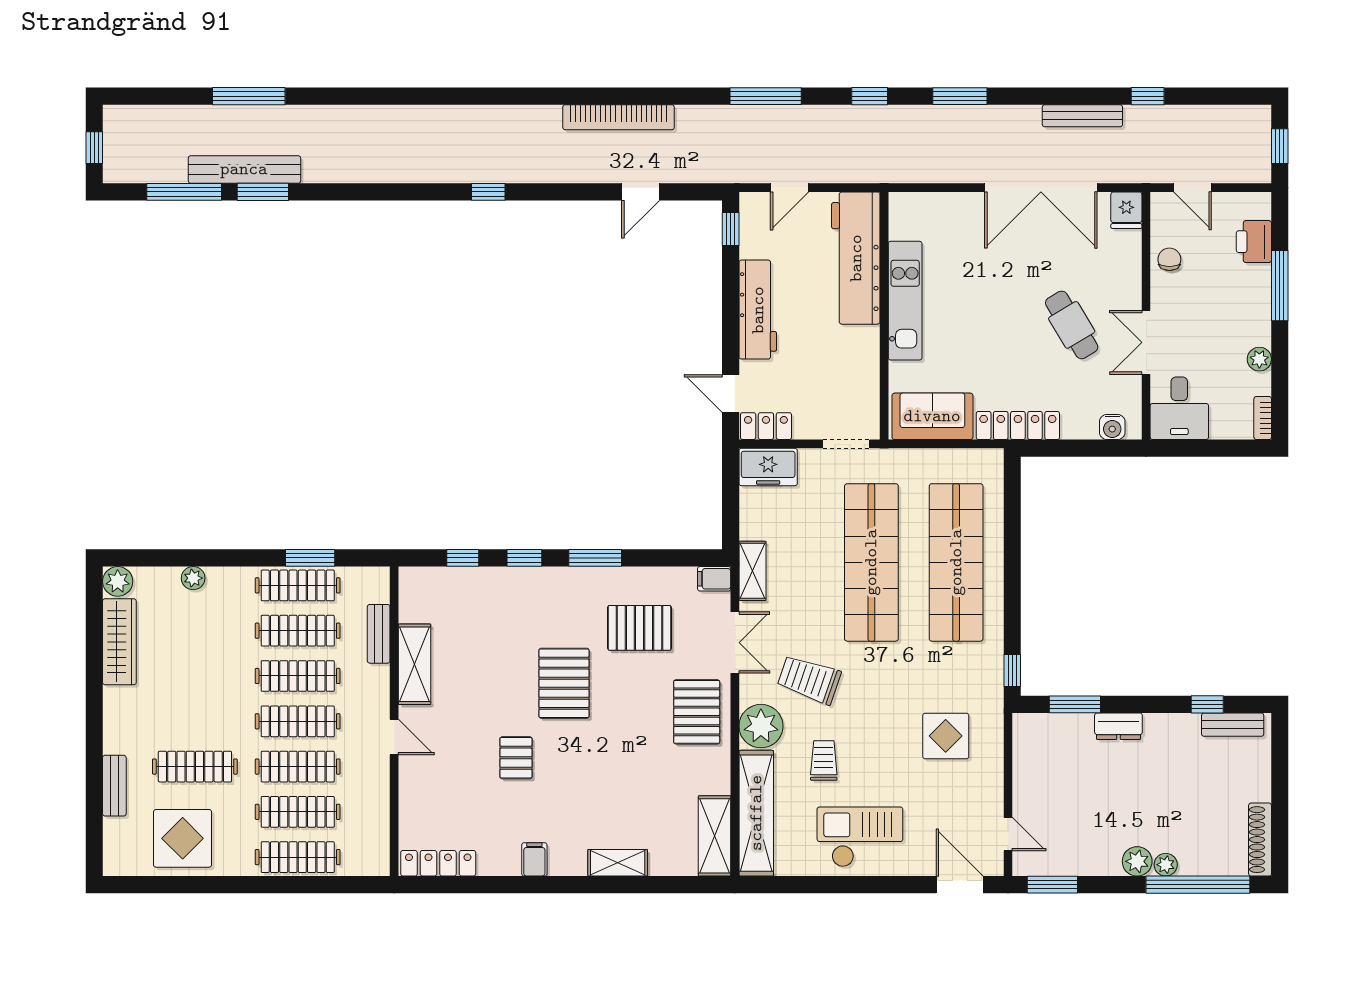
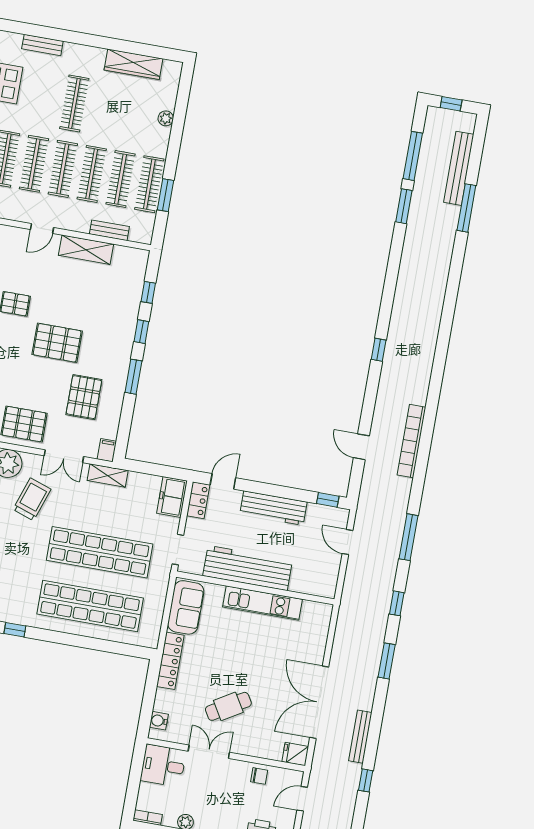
bench: (244, 169) -> (459, 168), moved
workbench: (856, 258) -> (248, 568), moved
plant: (118, 581) -> (172, 70), removed
clothes rail: (195, 767) -> (74, 103), moved

